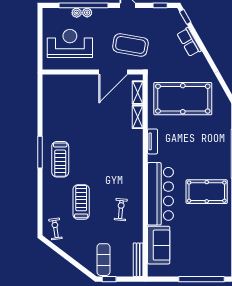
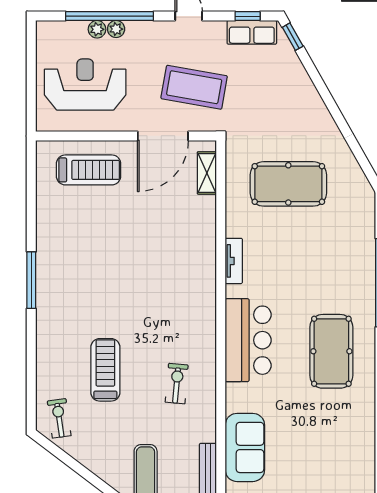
row of seats: (189, 42) -> (252, 32), moved, turned -61
pool table: (183, 99) -> (288, 184), width x0.73, depth x0.76
shelving: (138, 117) -> (207, 217), removed
treadmill: (60, 159) -> (89, 170), moved, turned -90
pool table: (207, 192) -> (331, 351), turned 90
bar counter: (161, 194) -> (248, 340), width x0.73

